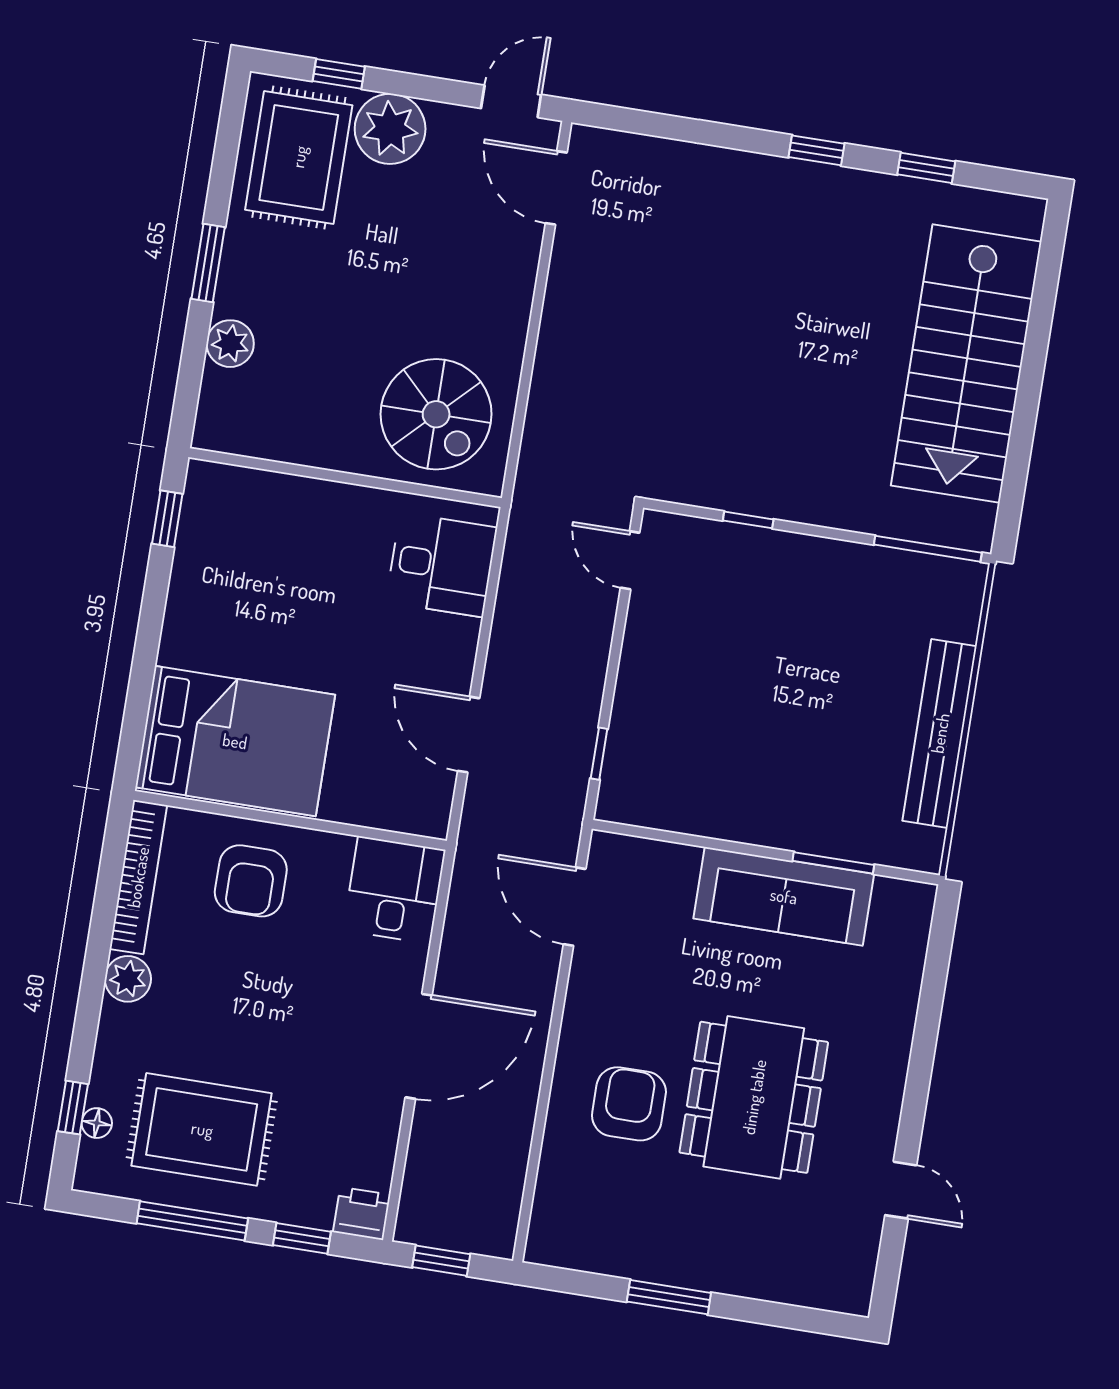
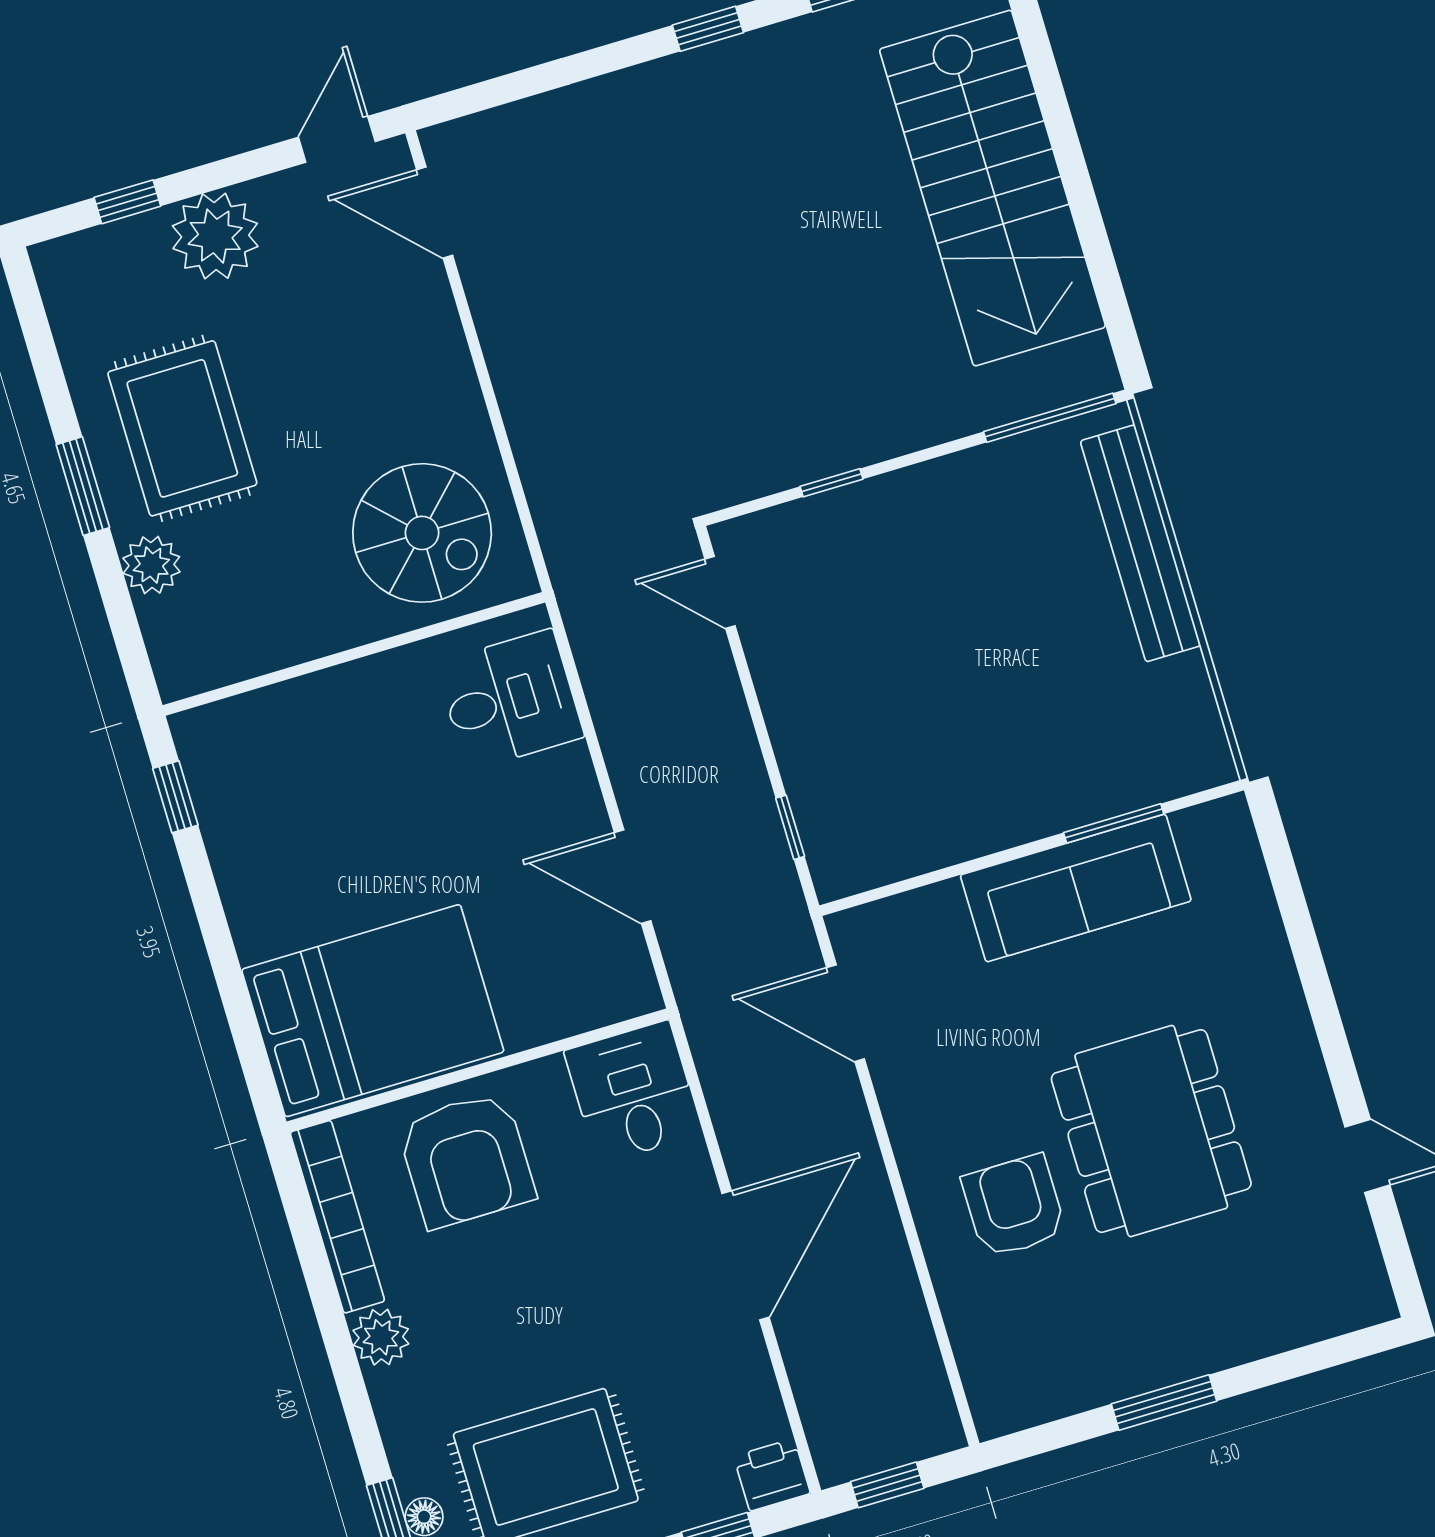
rug: (299, 157) -> (182, 428), moved
bench: (940, 733) -> (1140, 543), moved
armchair: (251, 881) -> (466, 1160), width x1.36, depth x1.36

